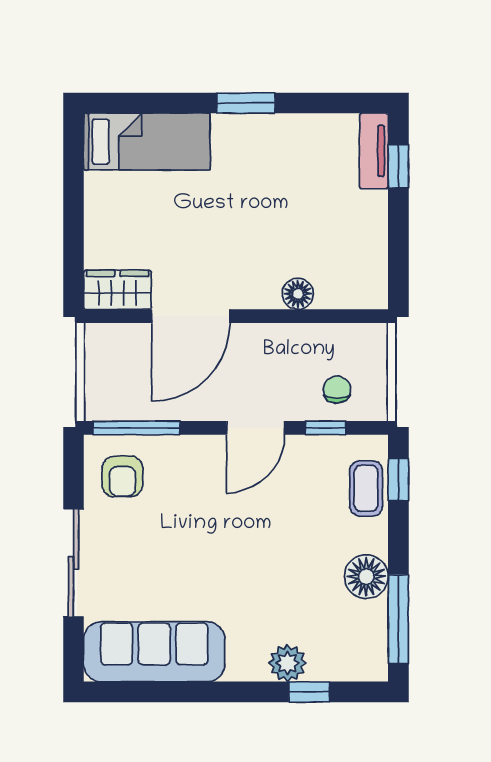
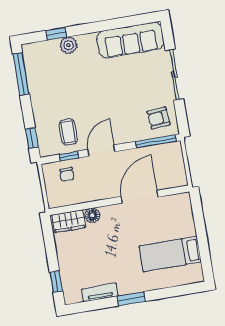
bed: (147, 142) -> (170, 254), moved
tv unit: (374, 151) -> (100, 292), moved, turned -90
wardrobe: (117, 290) -> (69, 221), moved
armchair: (122, 476) -> (159, 118), turned -95
coffee table: (366, 488) -> (68, 132), moved
floor lamp: (366, 577) -> (39, 91), removed

